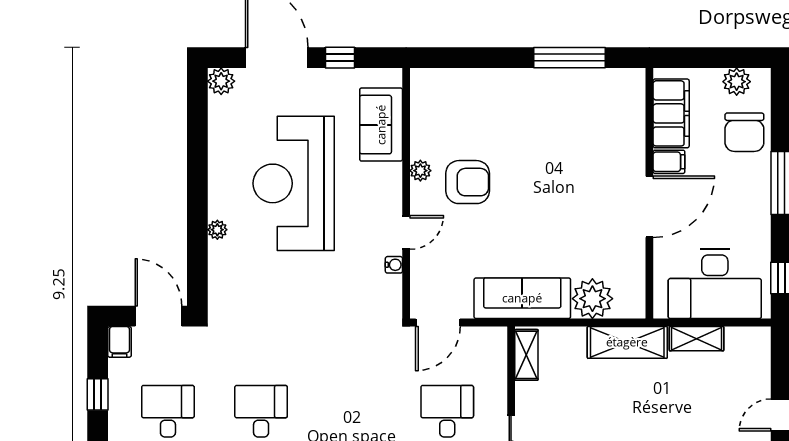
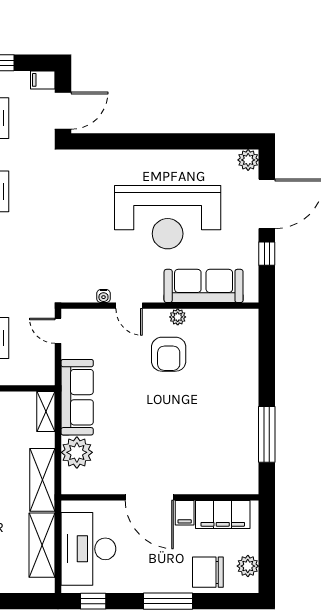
sofa: (381, 125) -> (204, 286), width x1.36
reception desk: (294, 183) -> (168, 217), turned 180
plant: (217, 230) -> (131, 157), removed
door: (438, 323) -> (58, 331), width x0.73
shelving: (697, 339) -> (42, 545), width x1.50, depth x1.33
shelving: (526, 355) -> (46, 412), moved, turned 90

